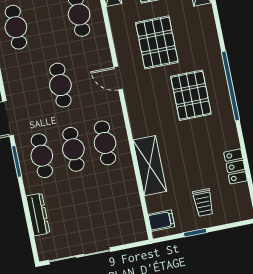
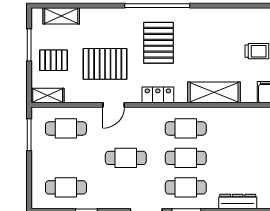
door: (118, 78) -> (114, 105), moved
pallet: (191, 95) -> (159, 43), turned 90
locker: (236, 166) -> (158, 95), moved, turned 180

